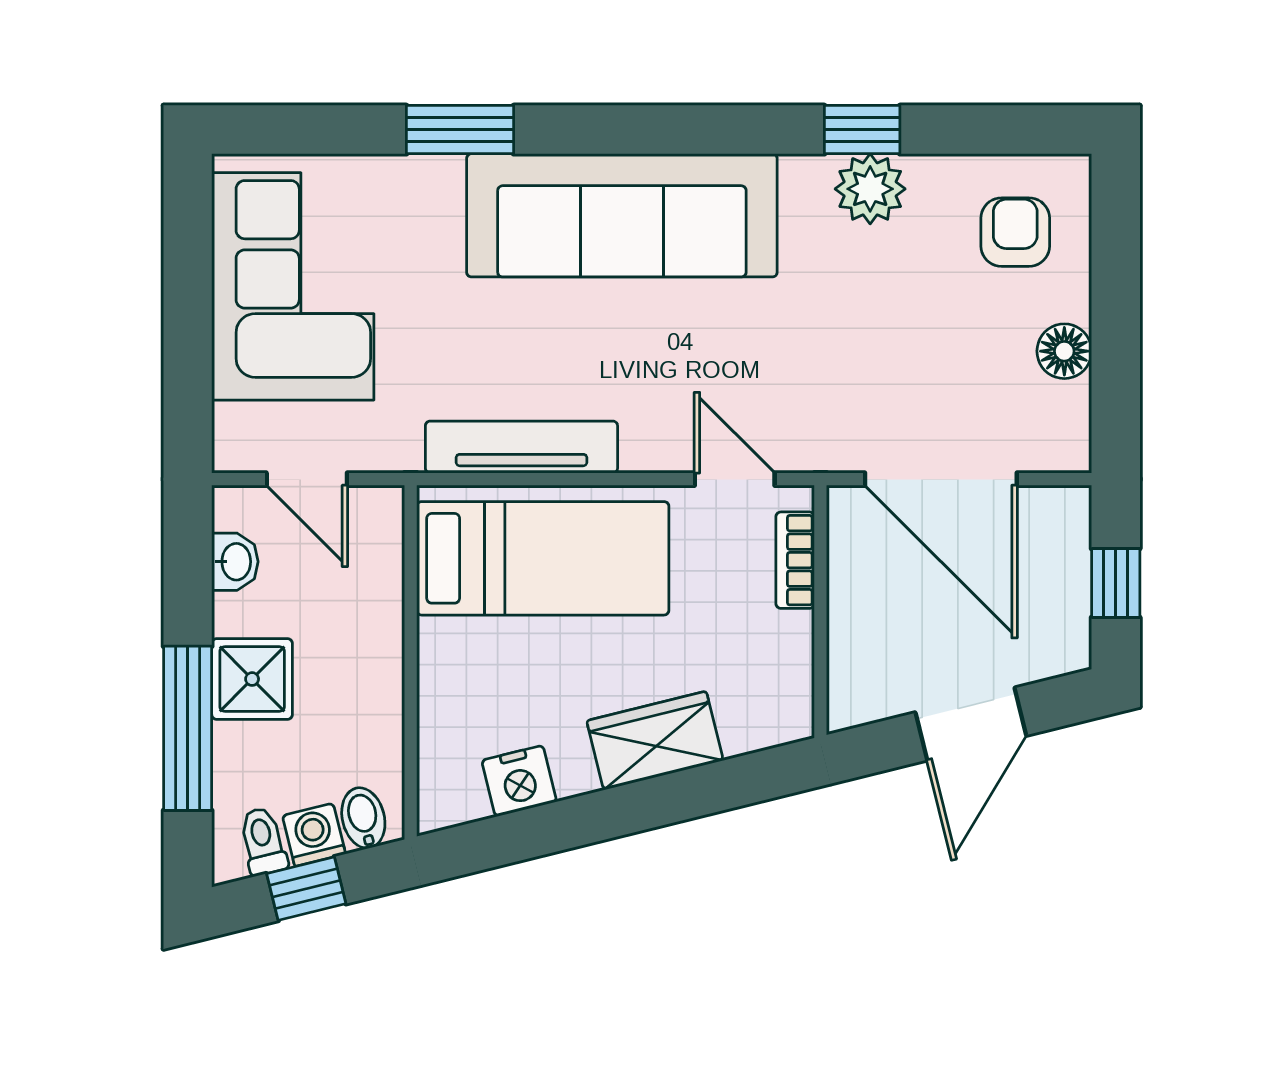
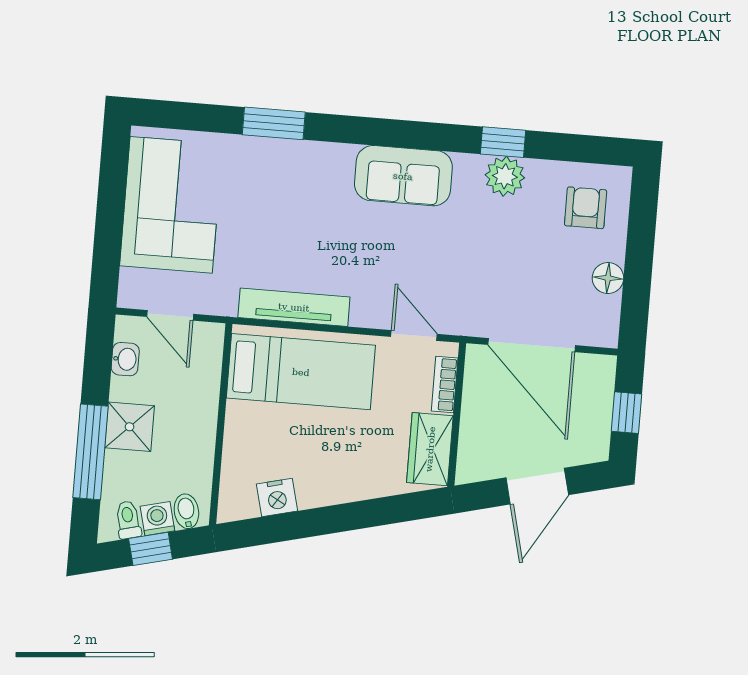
sofa: (622, 215) -> (403, 176), width x0.54, depth x0.79
wardrobe: (655, 741) -> (430, 449), moved, turned -76

